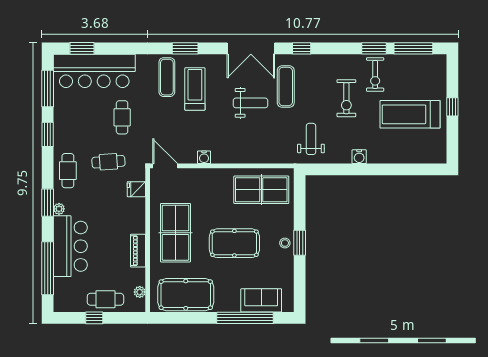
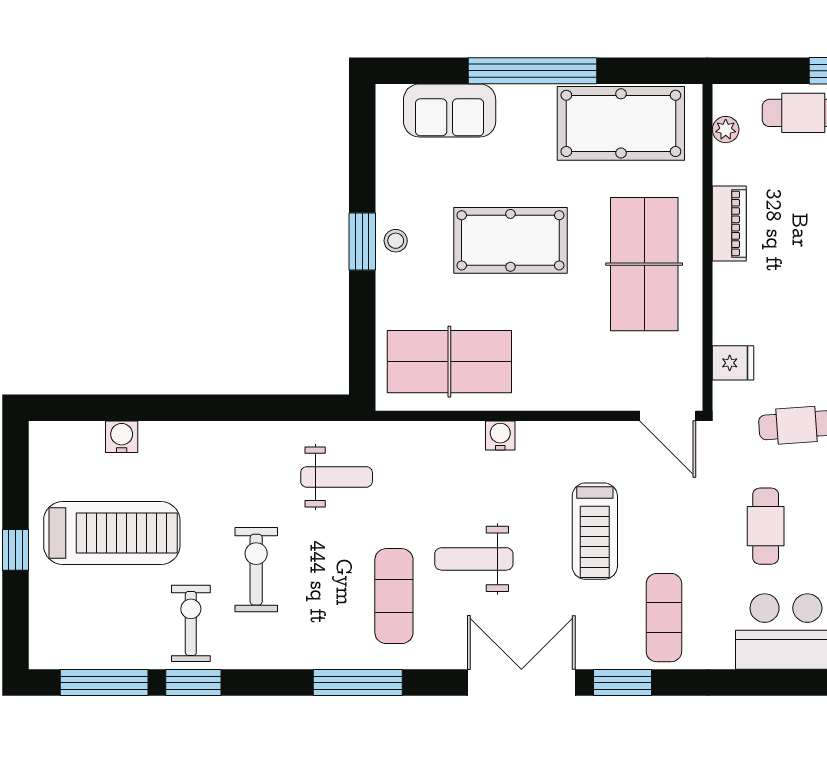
double door: (251, 48) -> (521, 683), moved
window: (302, 48) -> (358, 683), width x2.17
treadmill: (195, 89) -> (595, 531), moved
weight bench: (311, 139) -> (337, 477), turned -90
water cooler: (204, 157) -> (500, 435), moved
water cooler: (359, 157) -> (122, 437), moved
window: (245, 318) -> (533, 71), moved

